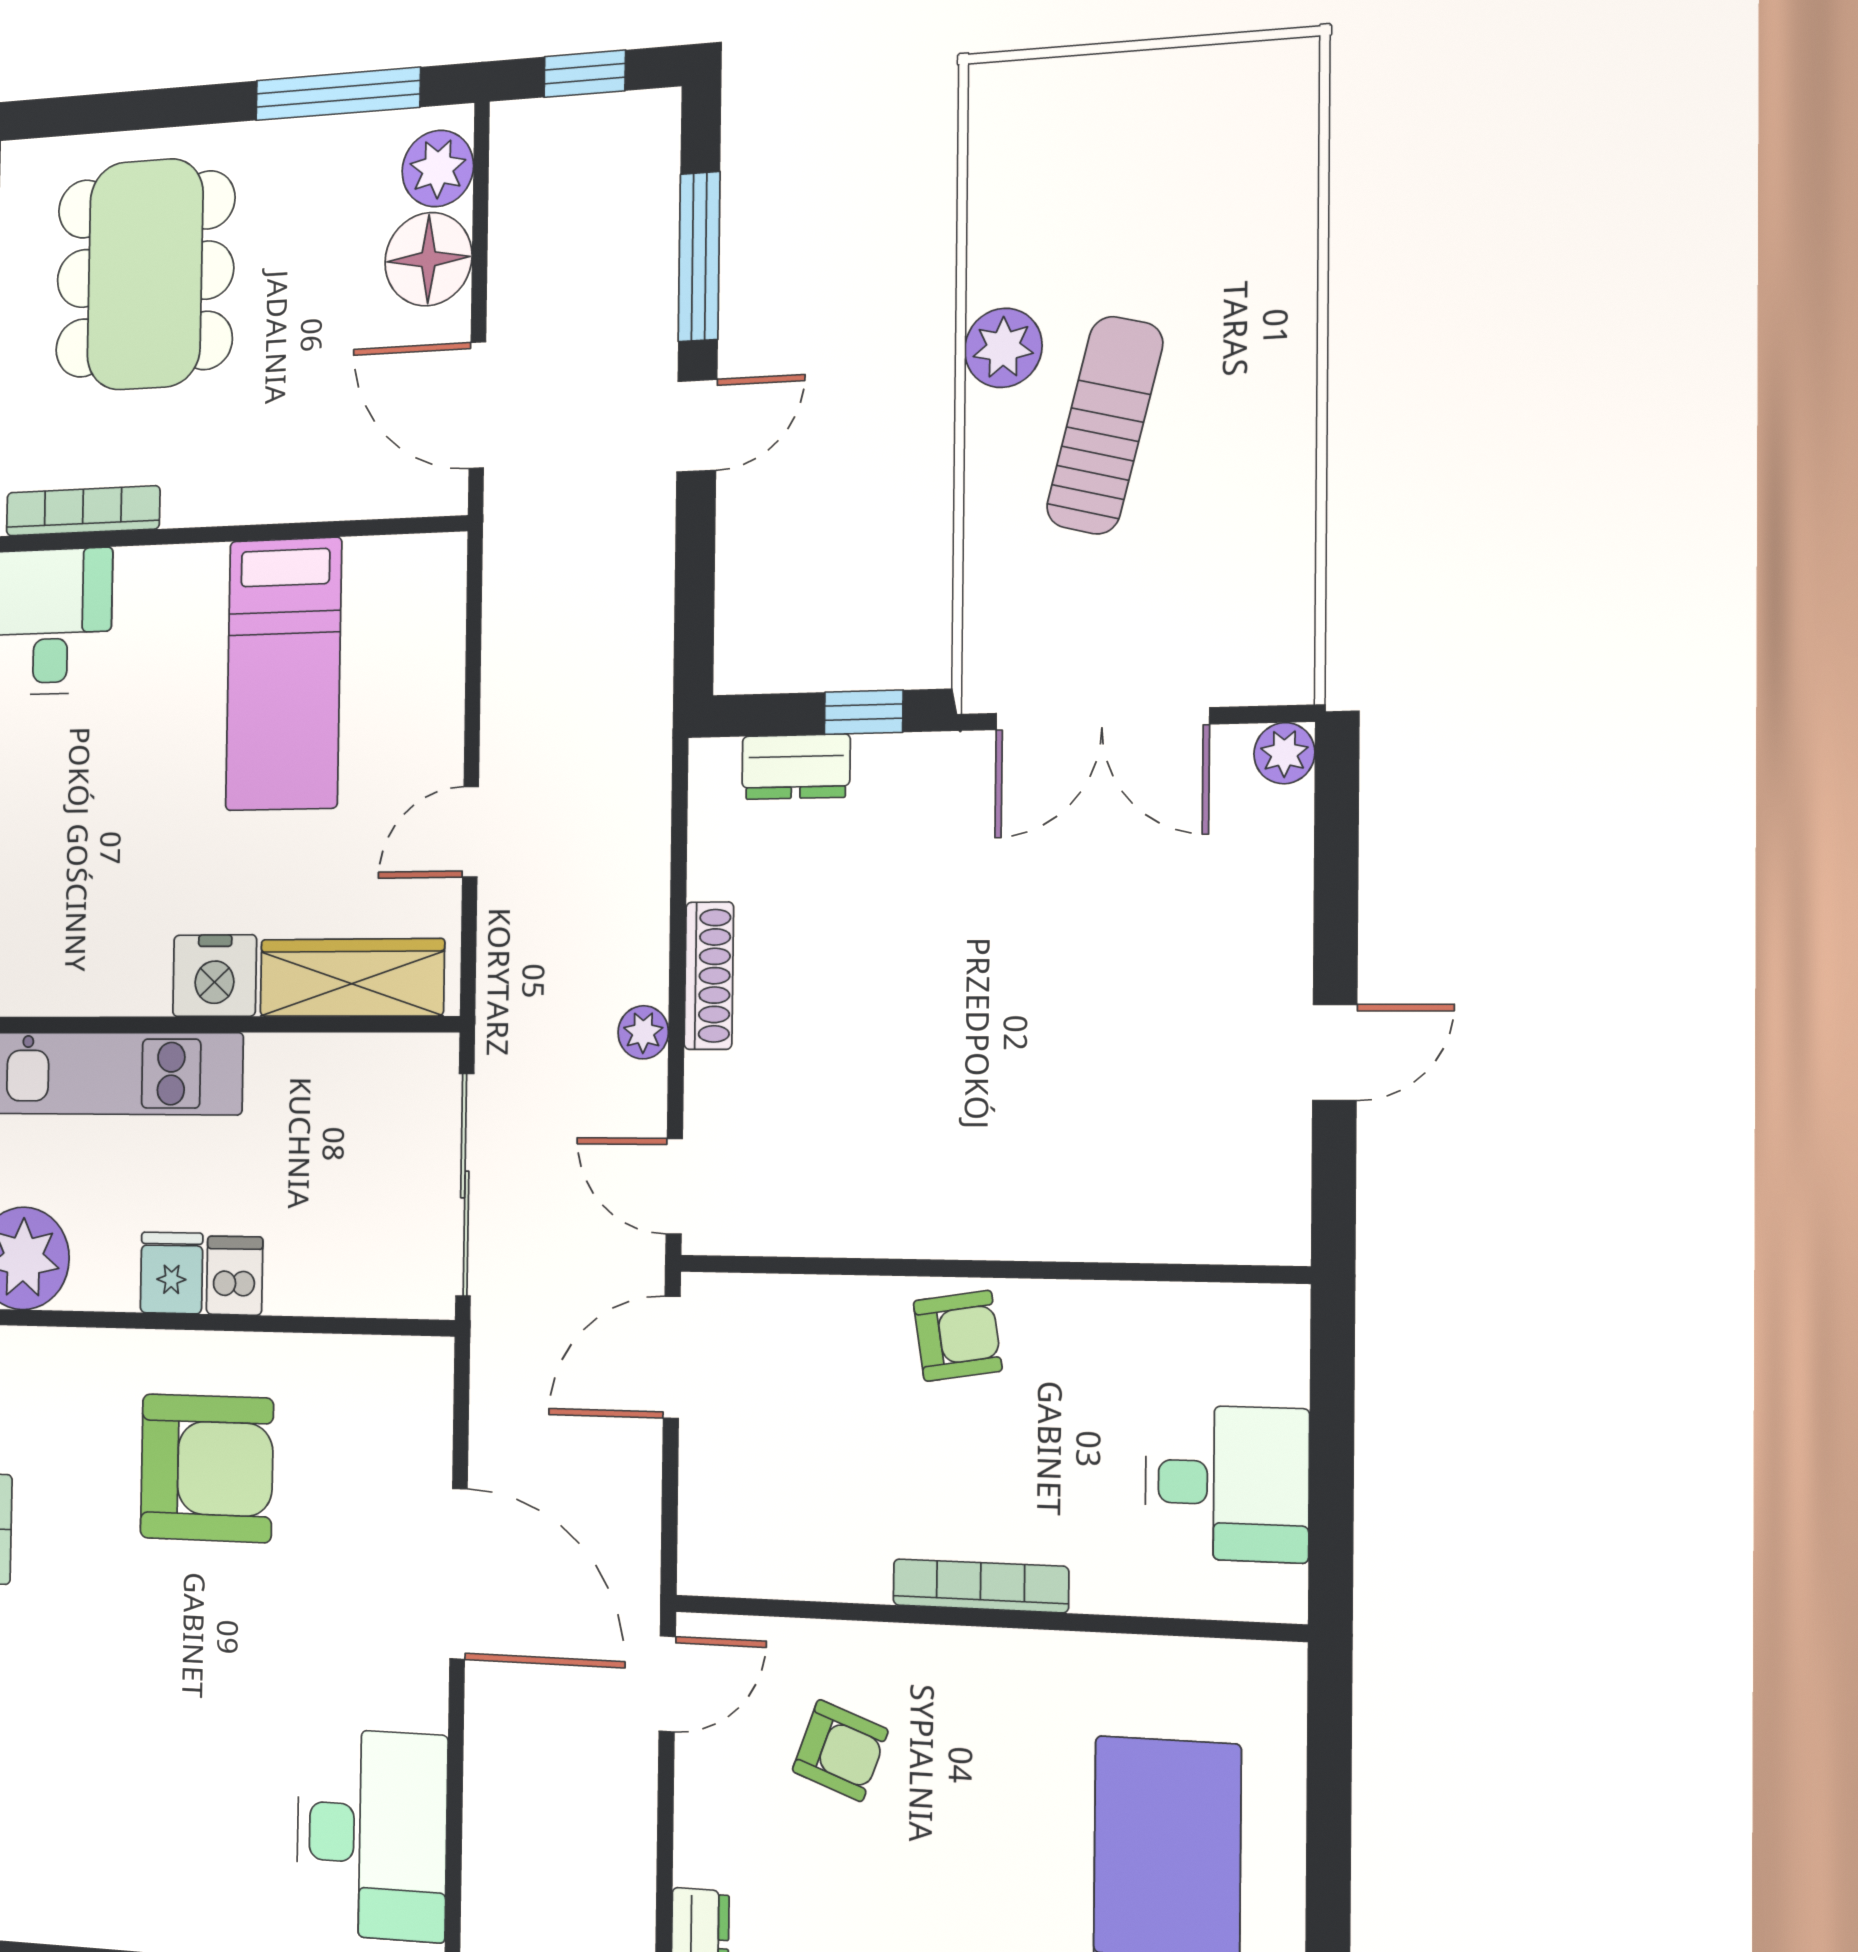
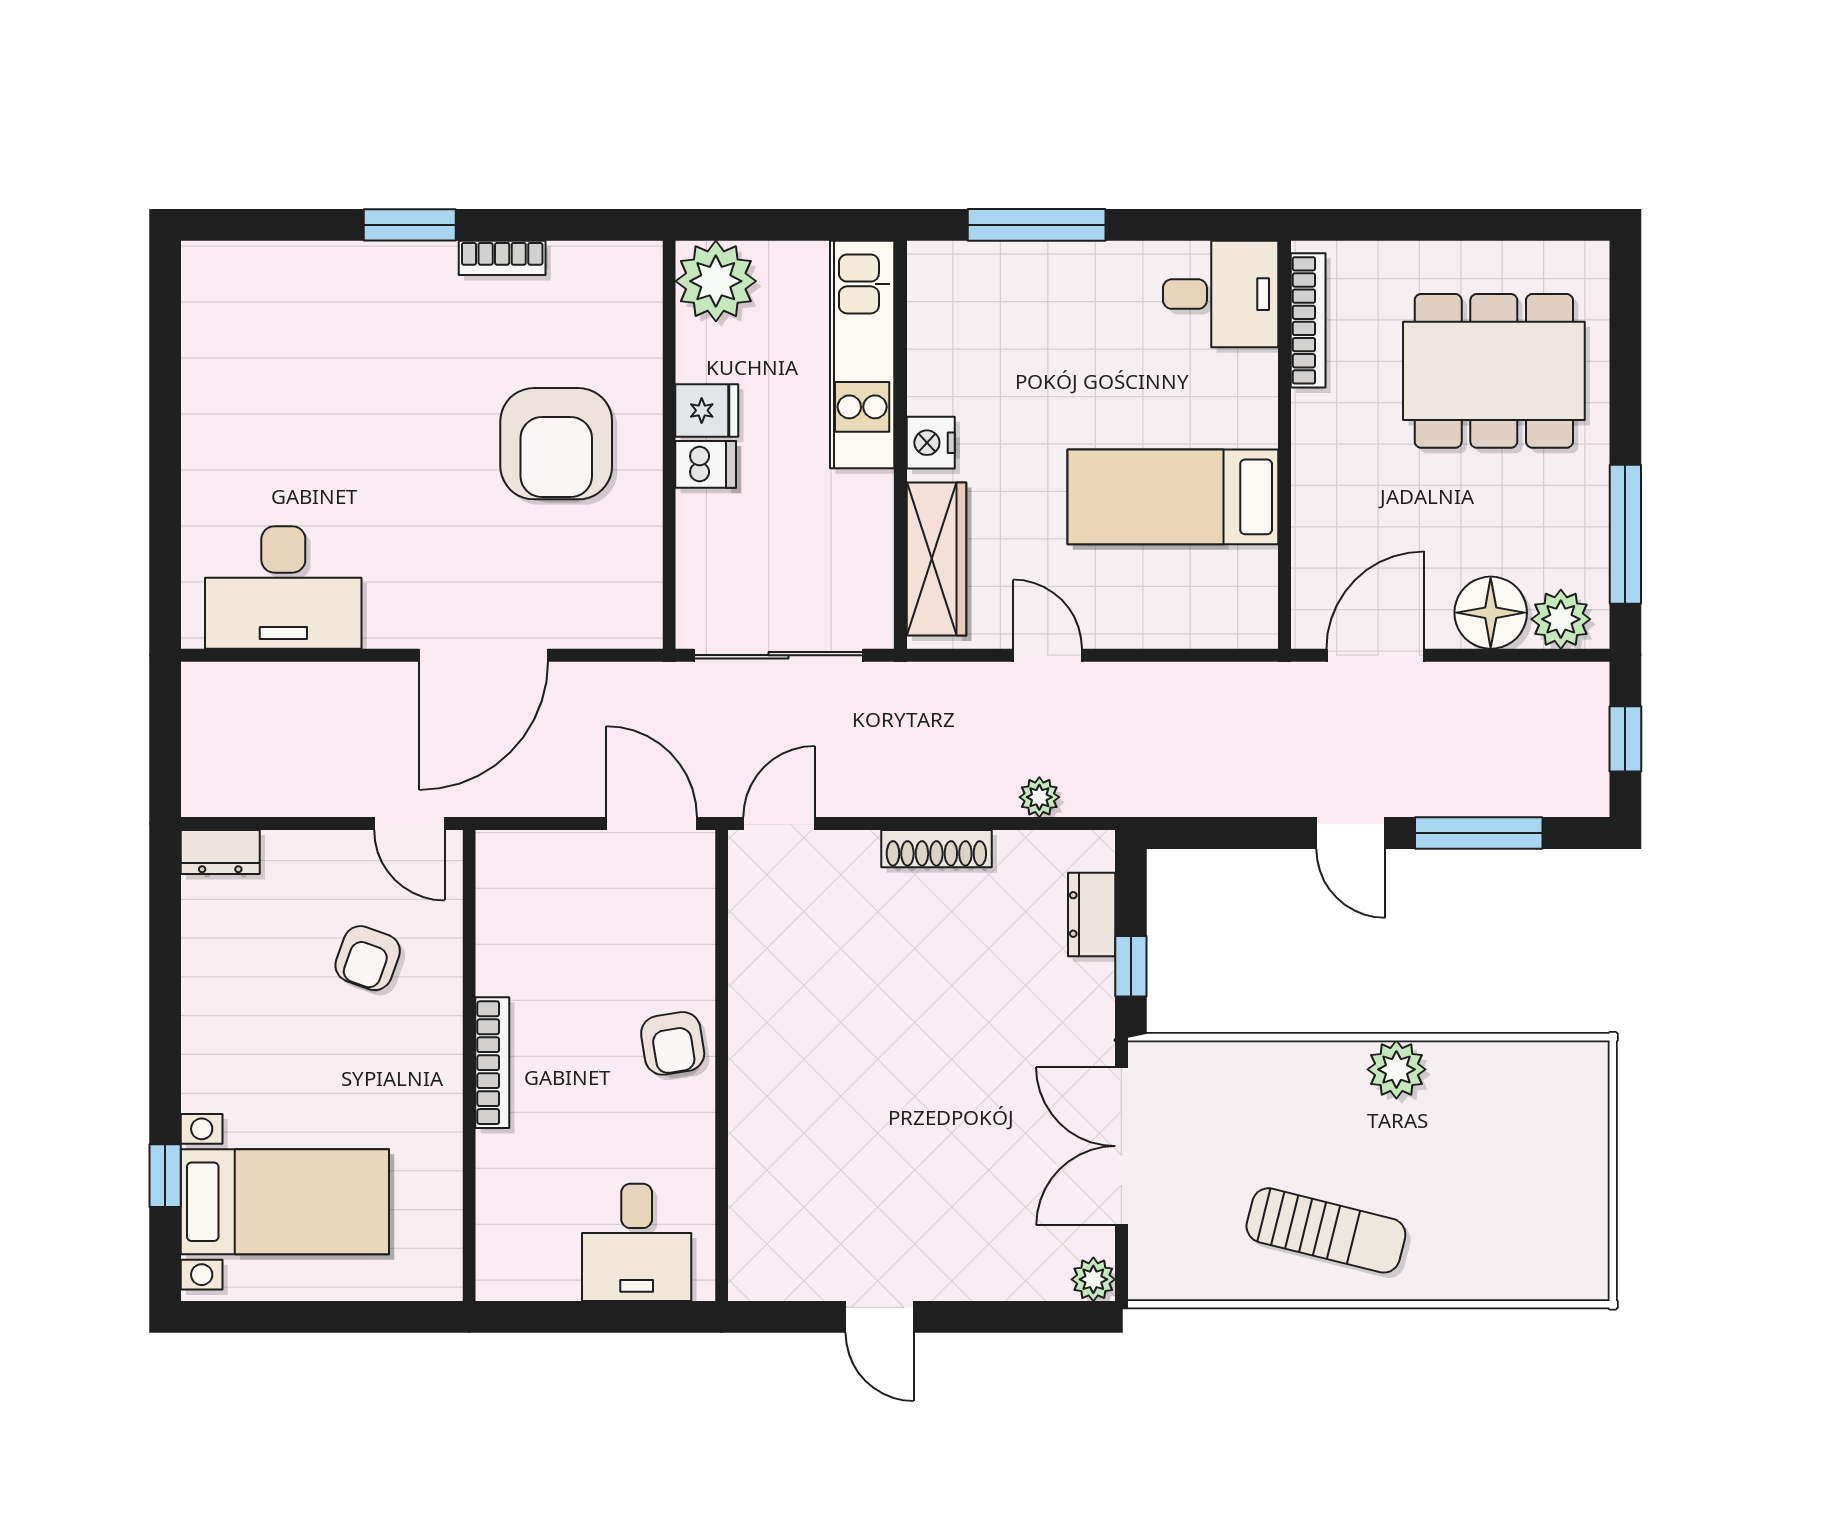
sun lounger: (1105, 425) -> (1326, 1230), moved
nightstand: (215, 976) -> (931, 443), width x0.74, depth x0.75
plant: (643, 1032) -> (1039, 797), moved
desk: (1227, 1483) -> (637, 1242), moved

